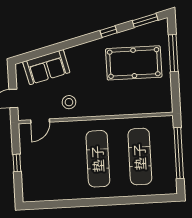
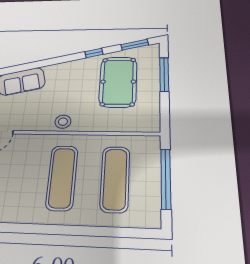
pool table: (134, 63) -> (118, 82), turned 90
stool: (69, 102) -> (63, 122), moved

